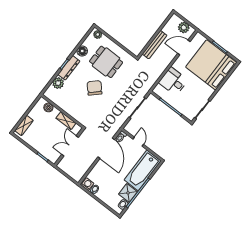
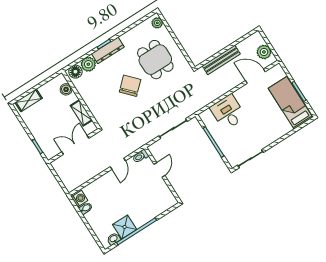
floor lamp: (82, 51) -> (75, 72), moved
bed: (211, 65) -> (290, 103), width x0.49
door: (106, 148) -> (118, 164), width x0.53
bathtub: (143, 170) -> (152, 206), removed

